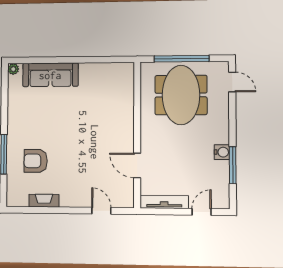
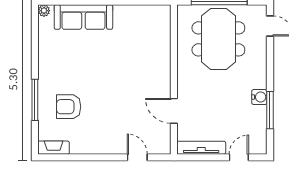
fireplace: (44, 201) -> (54, 148), moved

